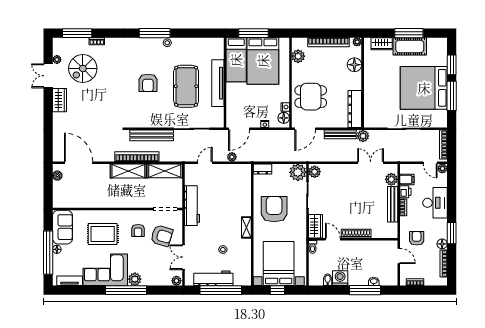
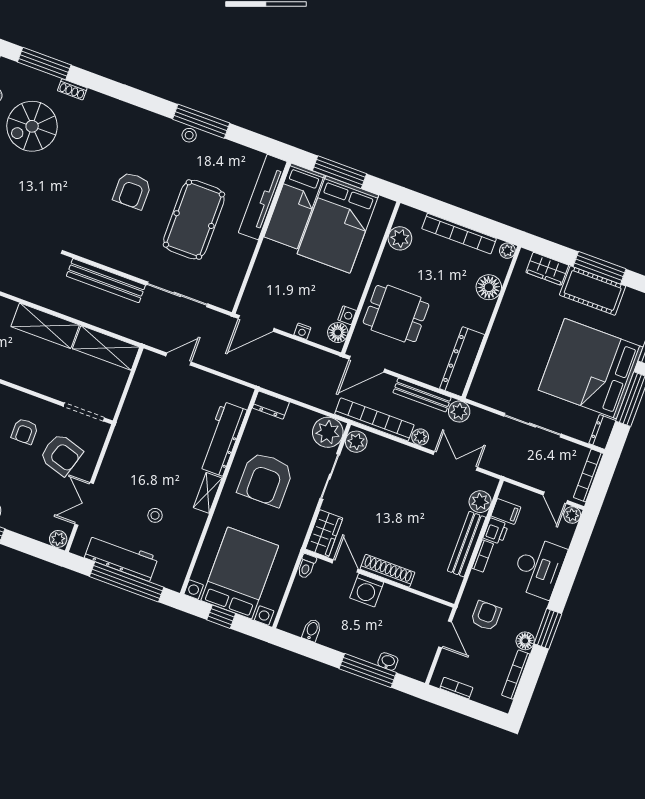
window: (155, 33) -> (201, 121), moved
tv unit: (218, 83) -> (263, 197), moved
dresser: (442, 119) -> (602, 432), added
bookcase: (137, 157) -> (374, 419), moved
plant: (232, 157) -> (420, 437), moved
workbench: (192, 206) -> (222, 439), moved, turned 180
armchair: (274, 209) -> (266, 479), turned 180
washing machine: (340, 278) -> (367, 590), moved, turned 180

